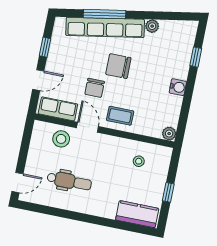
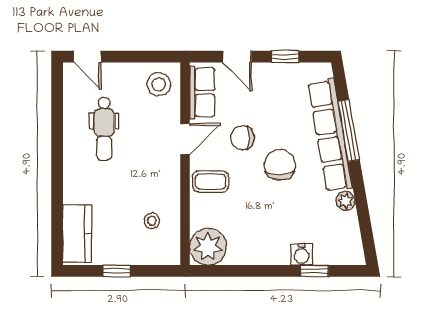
water cooler: (178, 87) -> (302, 254), moved
coffee table: (120, 116) -> (210, 182), turned 90
plant: (169, 134) -> (208, 247), width x1.88, depth x1.88
stool: (61, 139) -> (159, 84), moved

